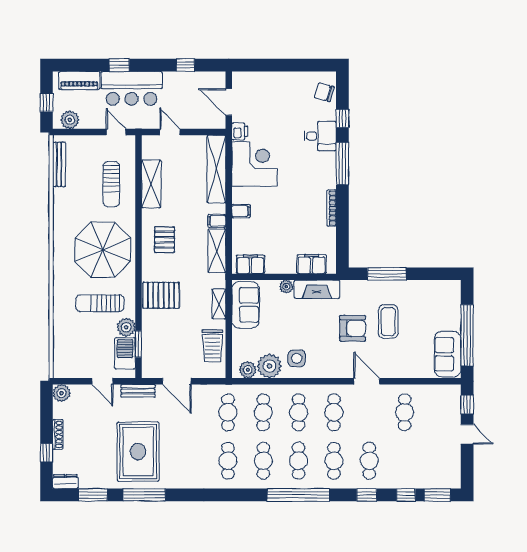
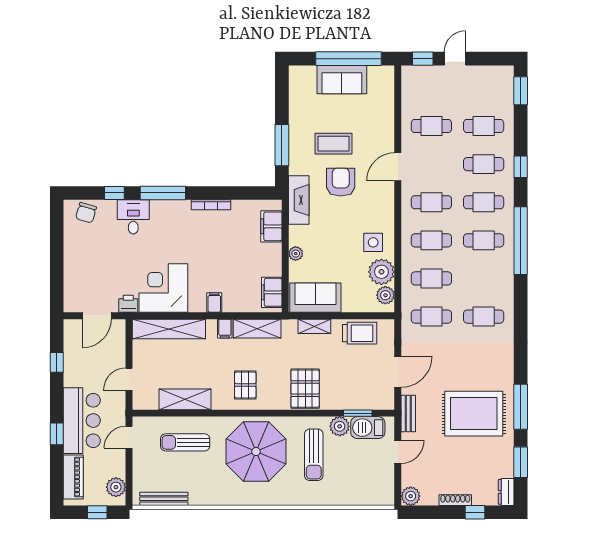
sun lounger: (111, 184) -> (185, 442), turned 180
pallet: (164, 240) -> (245, 385), turned 90
fireplace: (317, 289) -> (299, 200), moved
sofa: (448, 354) -> (342, 80), moved
cafe table: (263, 461) -> (484, 126), moved
window: (406, 495) -> (521, 125), removed

